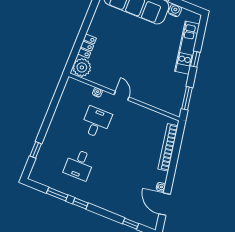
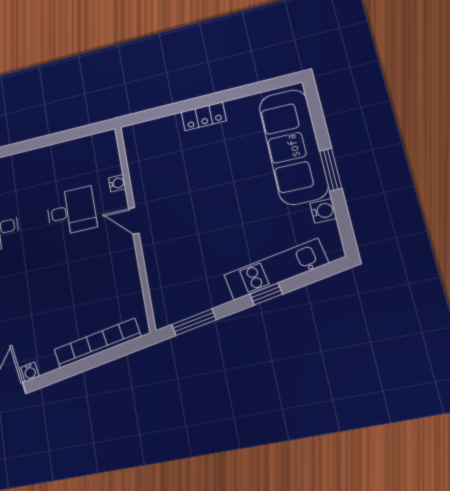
locker: (87, 46) -> (204, 116), moved
plant: (82, 67) -> (140, 137), removed
door: (122, 96) -> (134, 221), swing flipped

